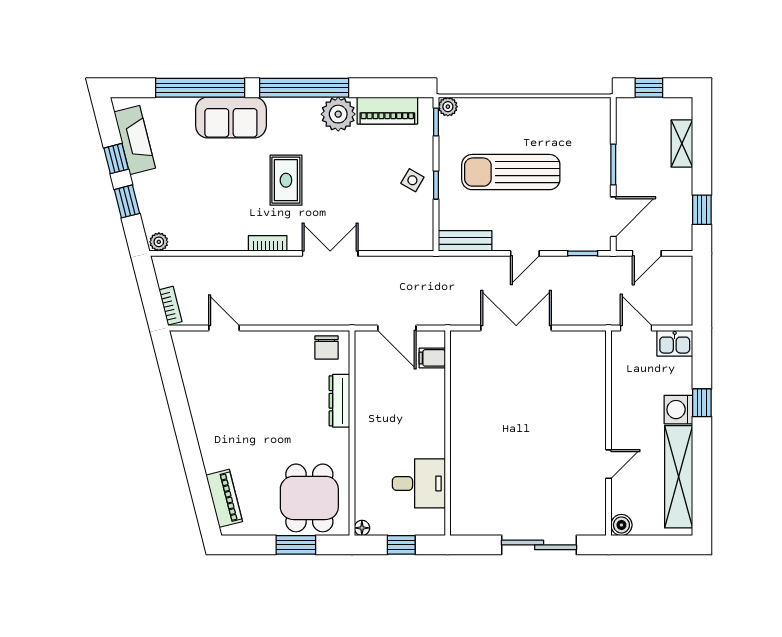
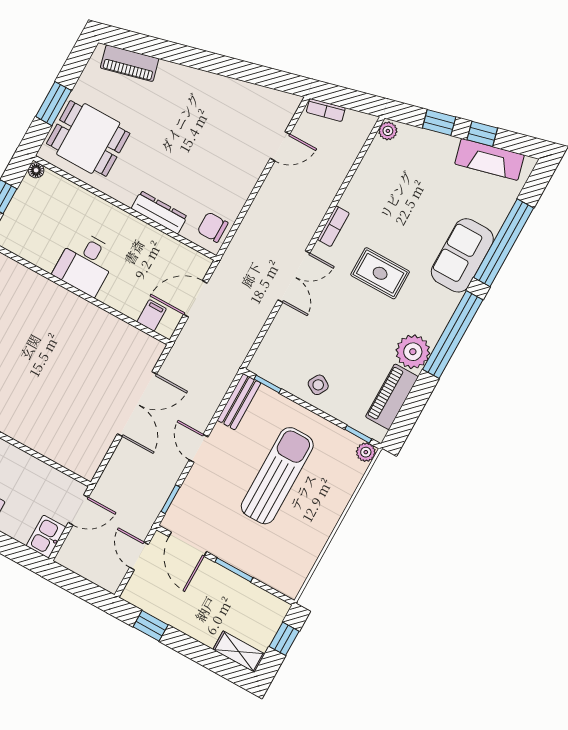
shelving: (682, 143) -> (239, 652), moved
window: (436, 185) -> (268, 384), moved
desk: (419, 483) -> (86, 263), moved

